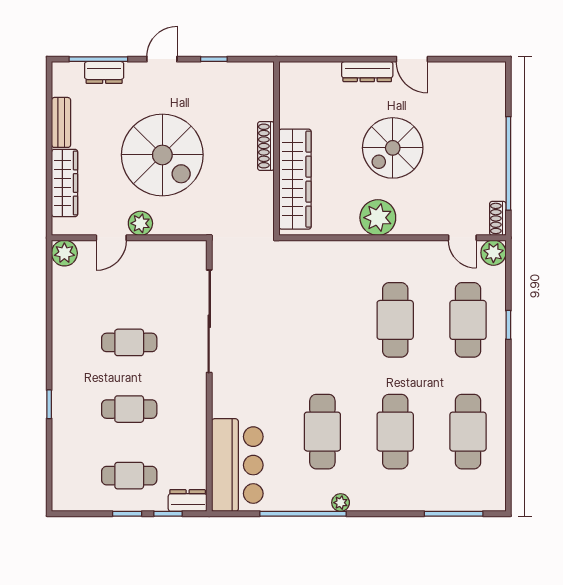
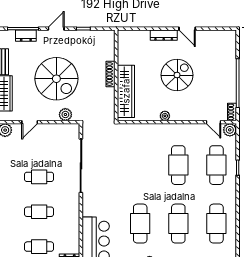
spiral stairs: (393, 148) -> (177, 75), turned 180
plant: (378, 218) -> (165, 116), width x0.53, depth x0.53
plant: (140, 223) -> (65, 114), moved

